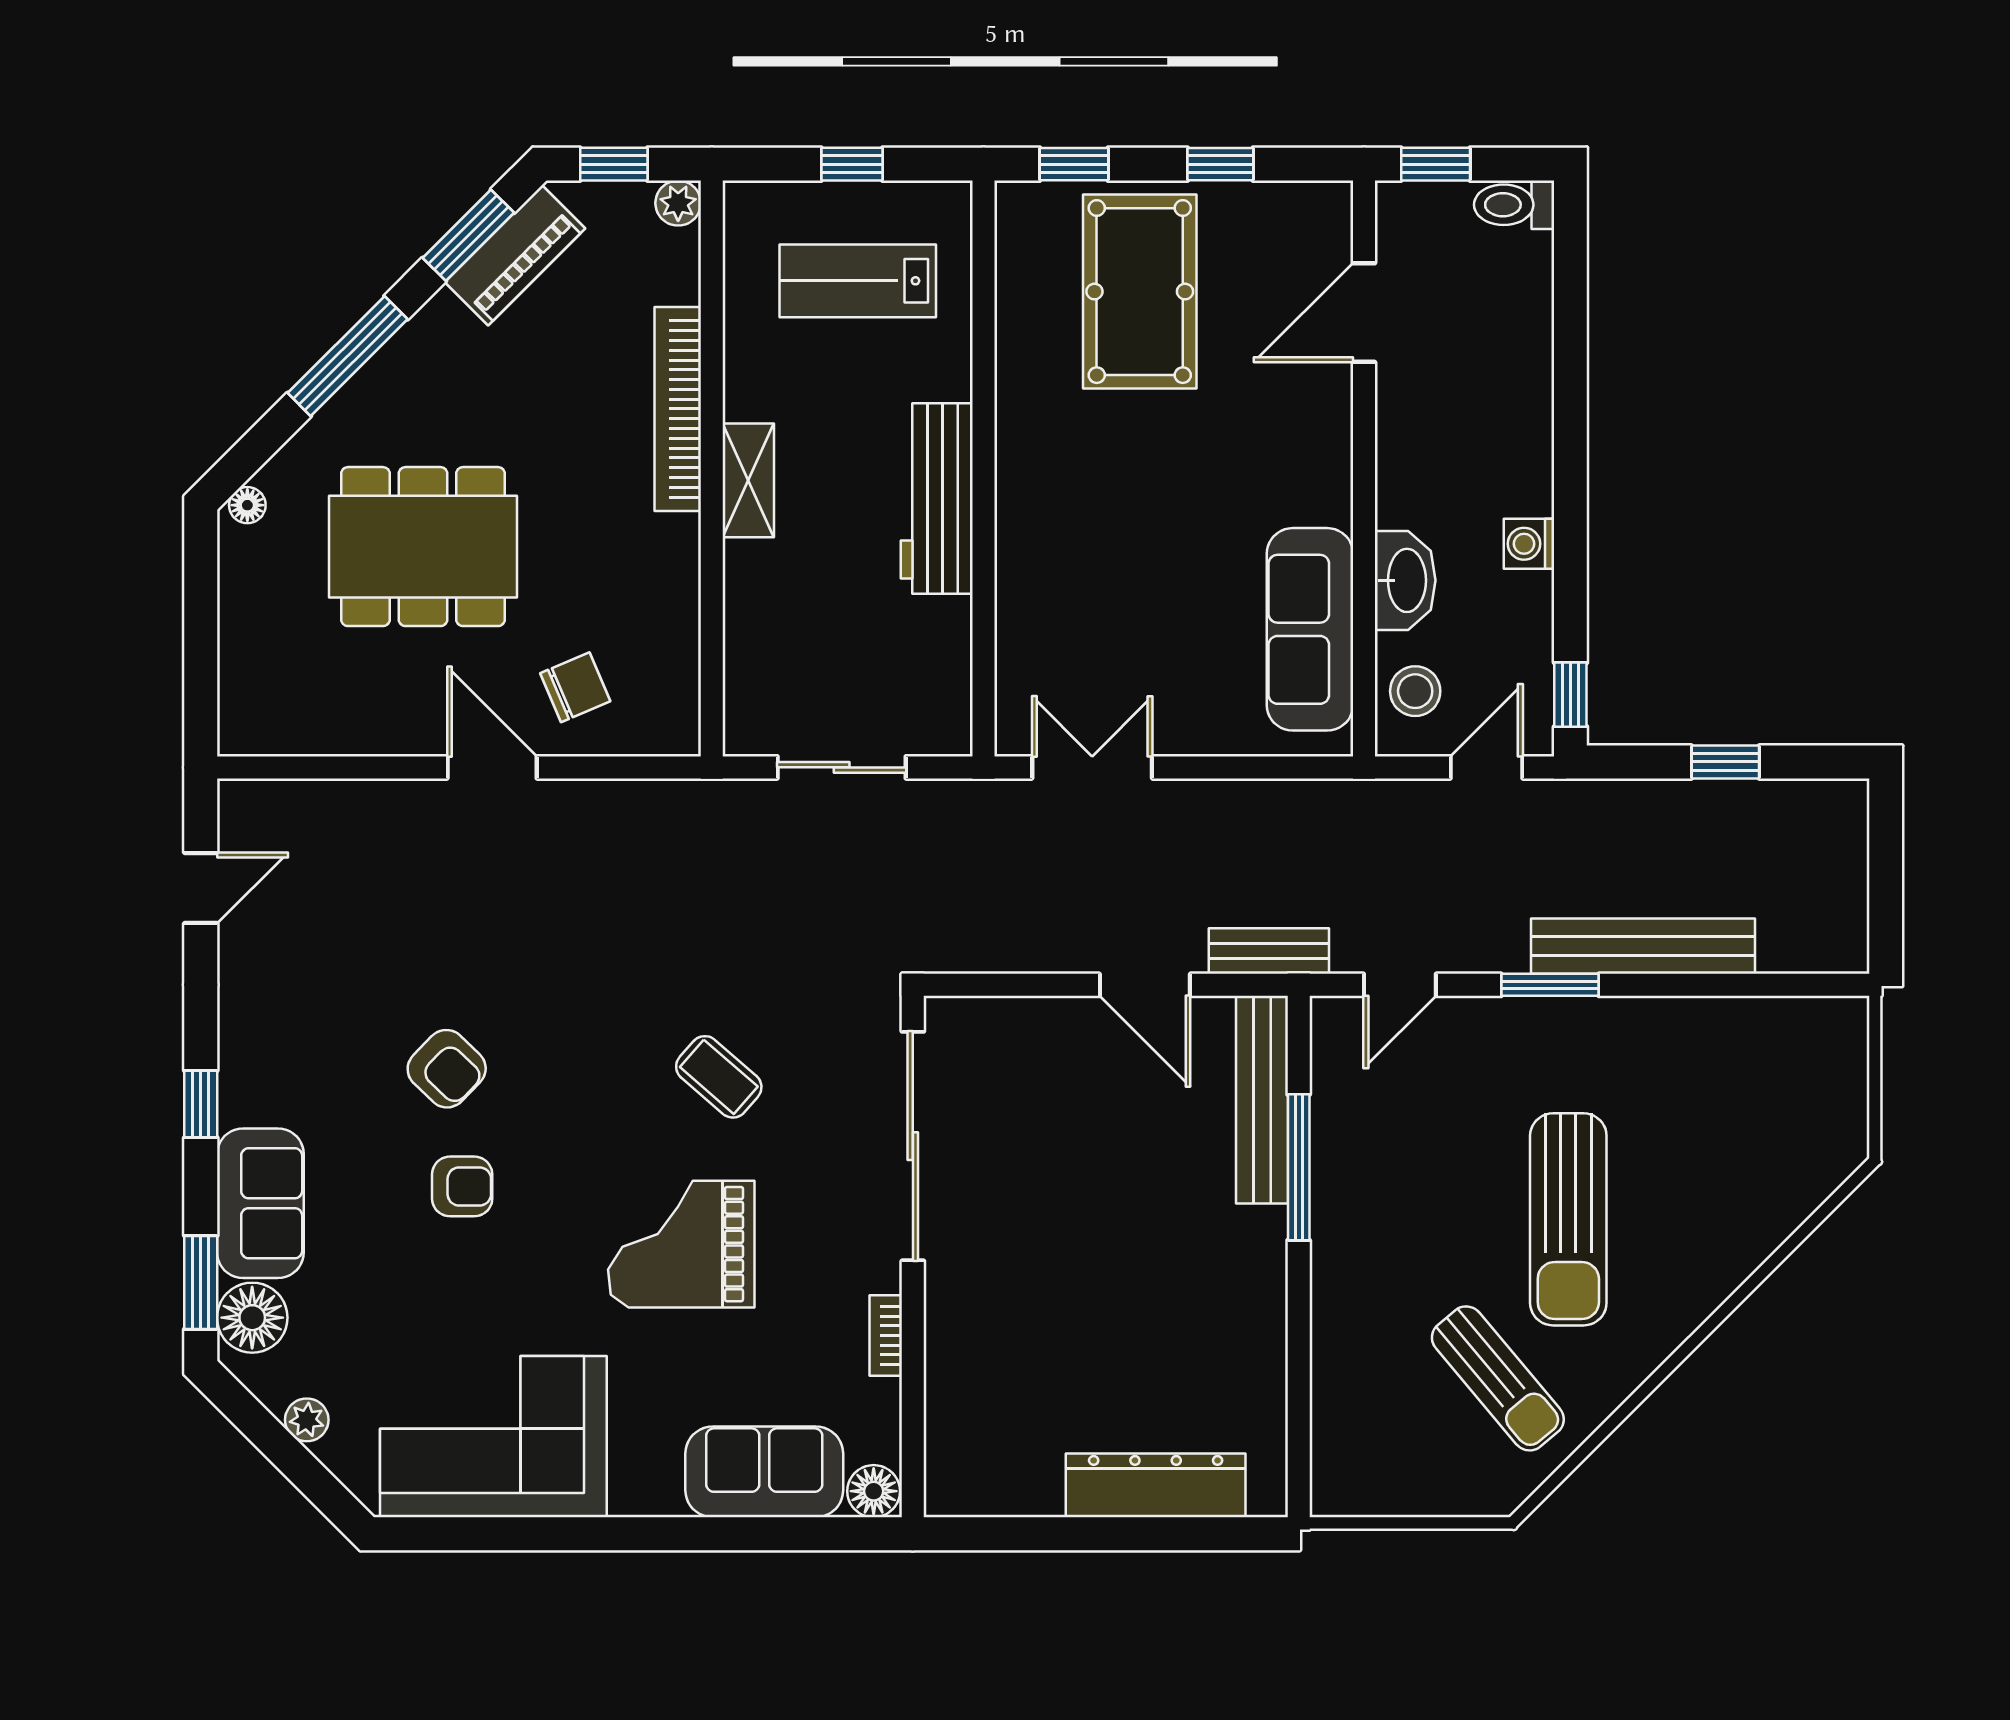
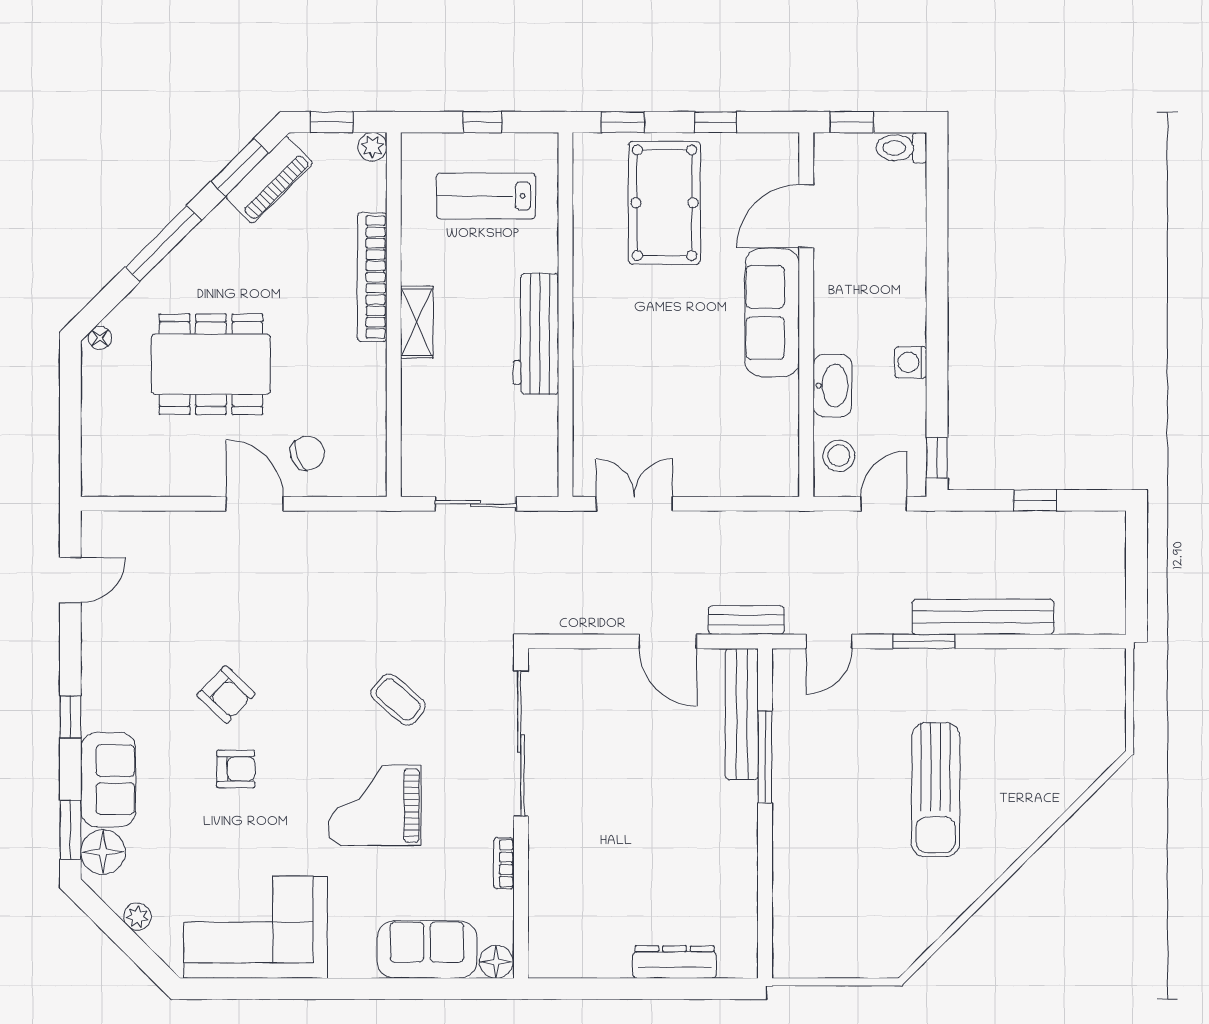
sofa: (1310, 629) -> (772, 313), moved
sun lounger: (1498, 1378) -> (891, 890), removed
dresser: (1156, 1485) -> (675, 962), width x0.73, depth x0.80

